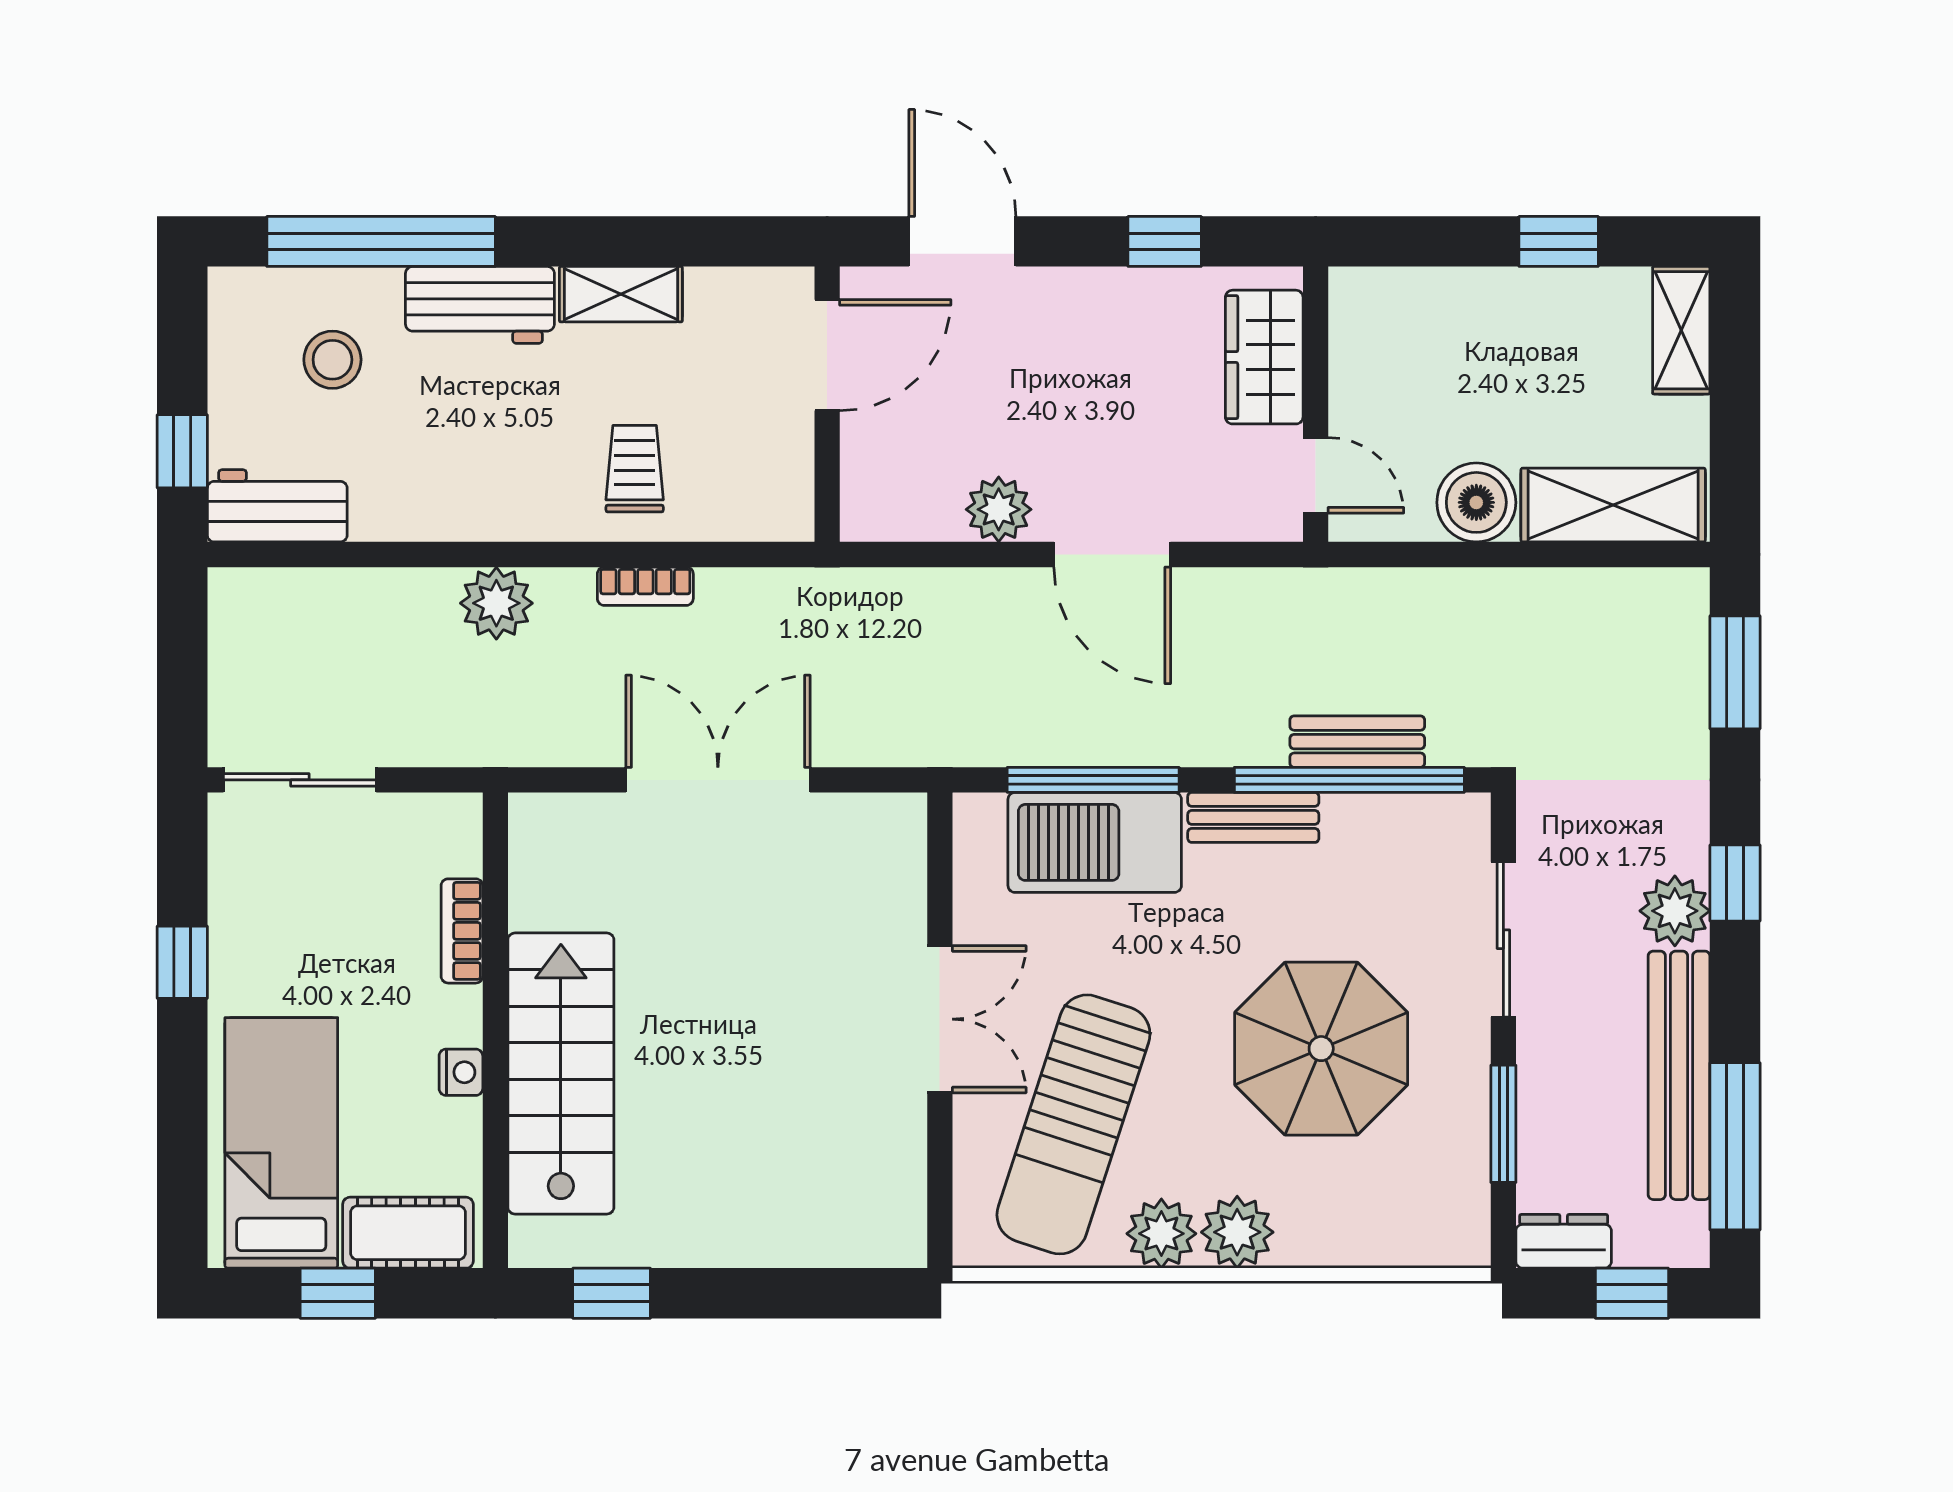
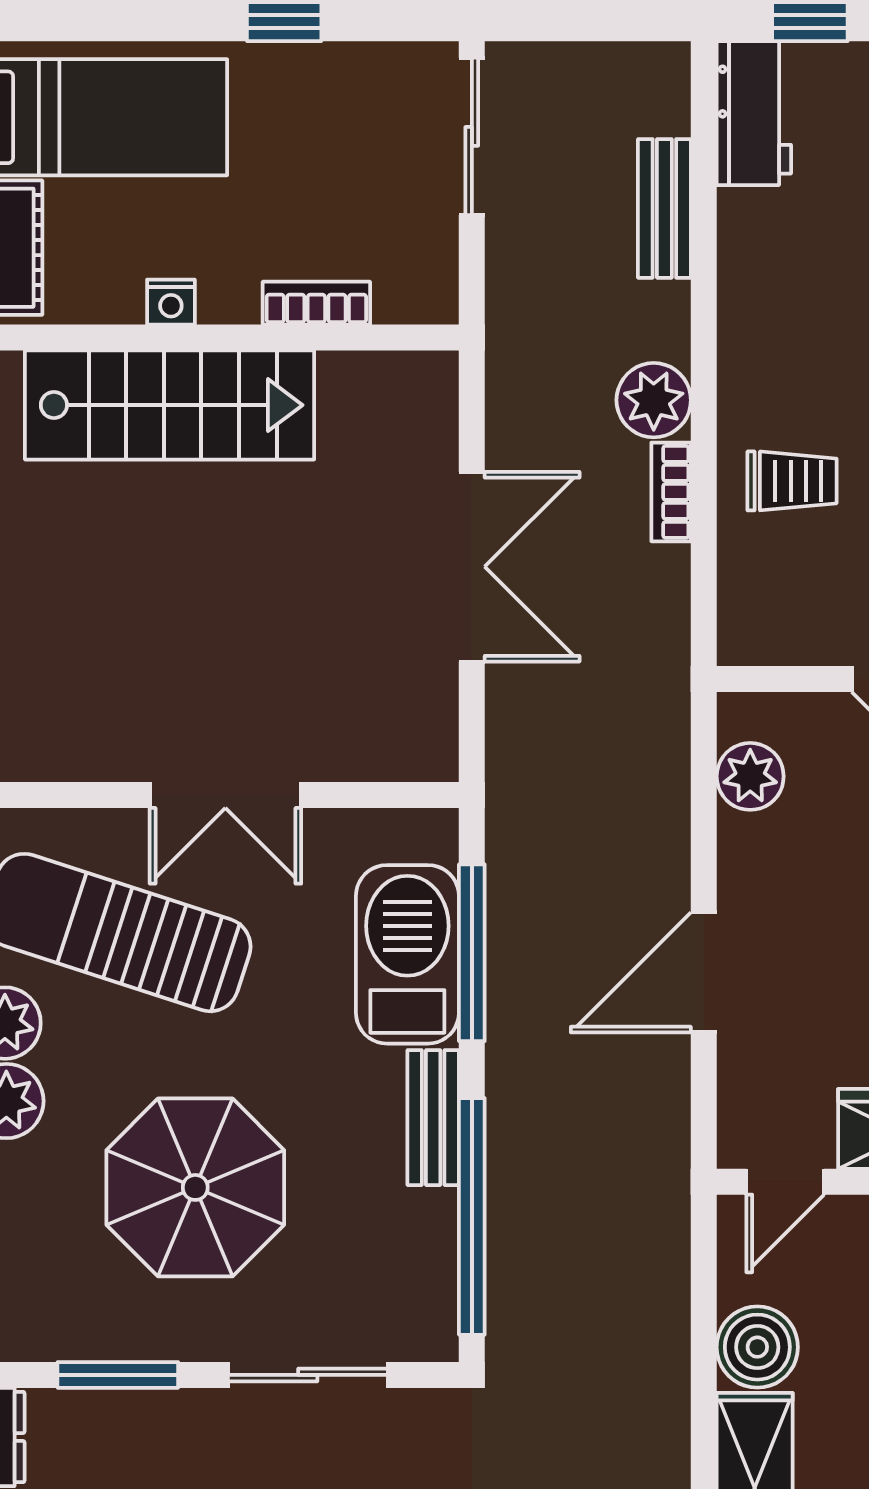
plant: (999, 509) -> (750, 776), moved
plant: (496, 603) -> (654, 400), moved
bench: (1357, 742) -> (664, 208), moved

